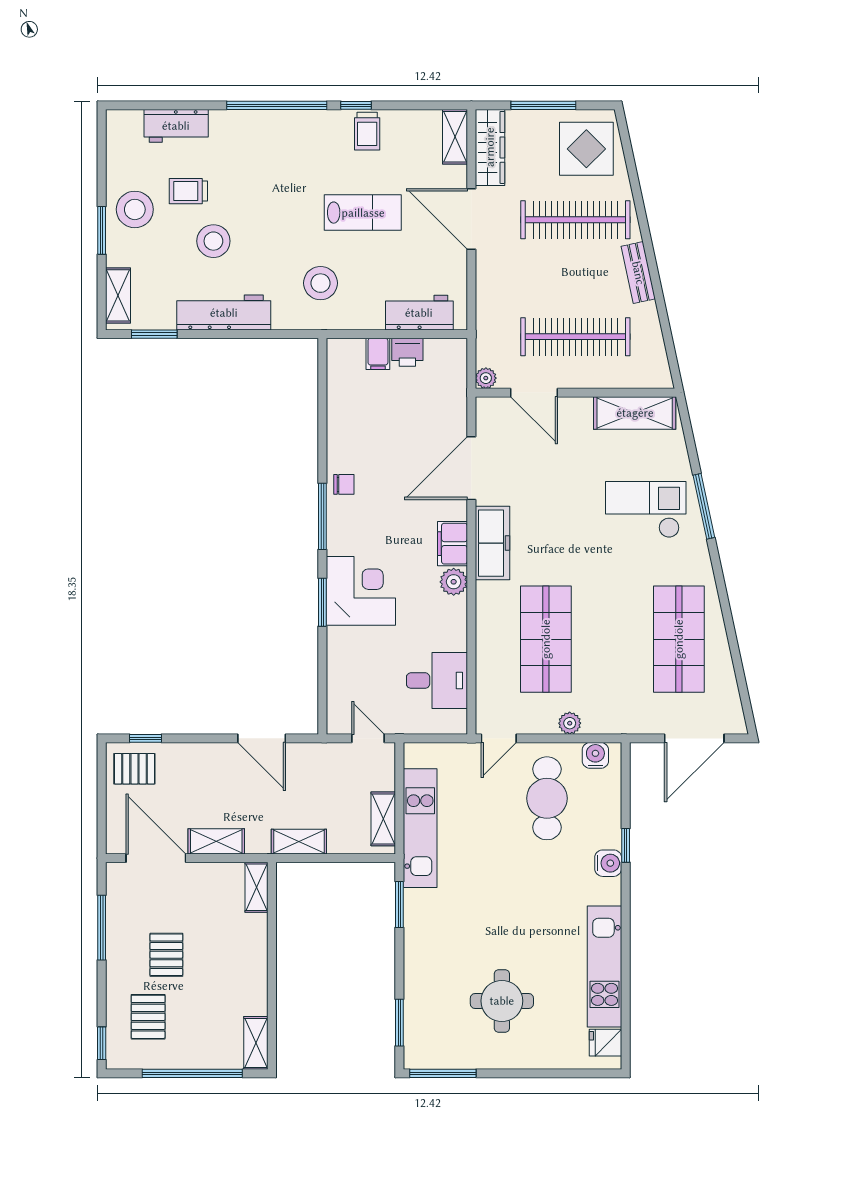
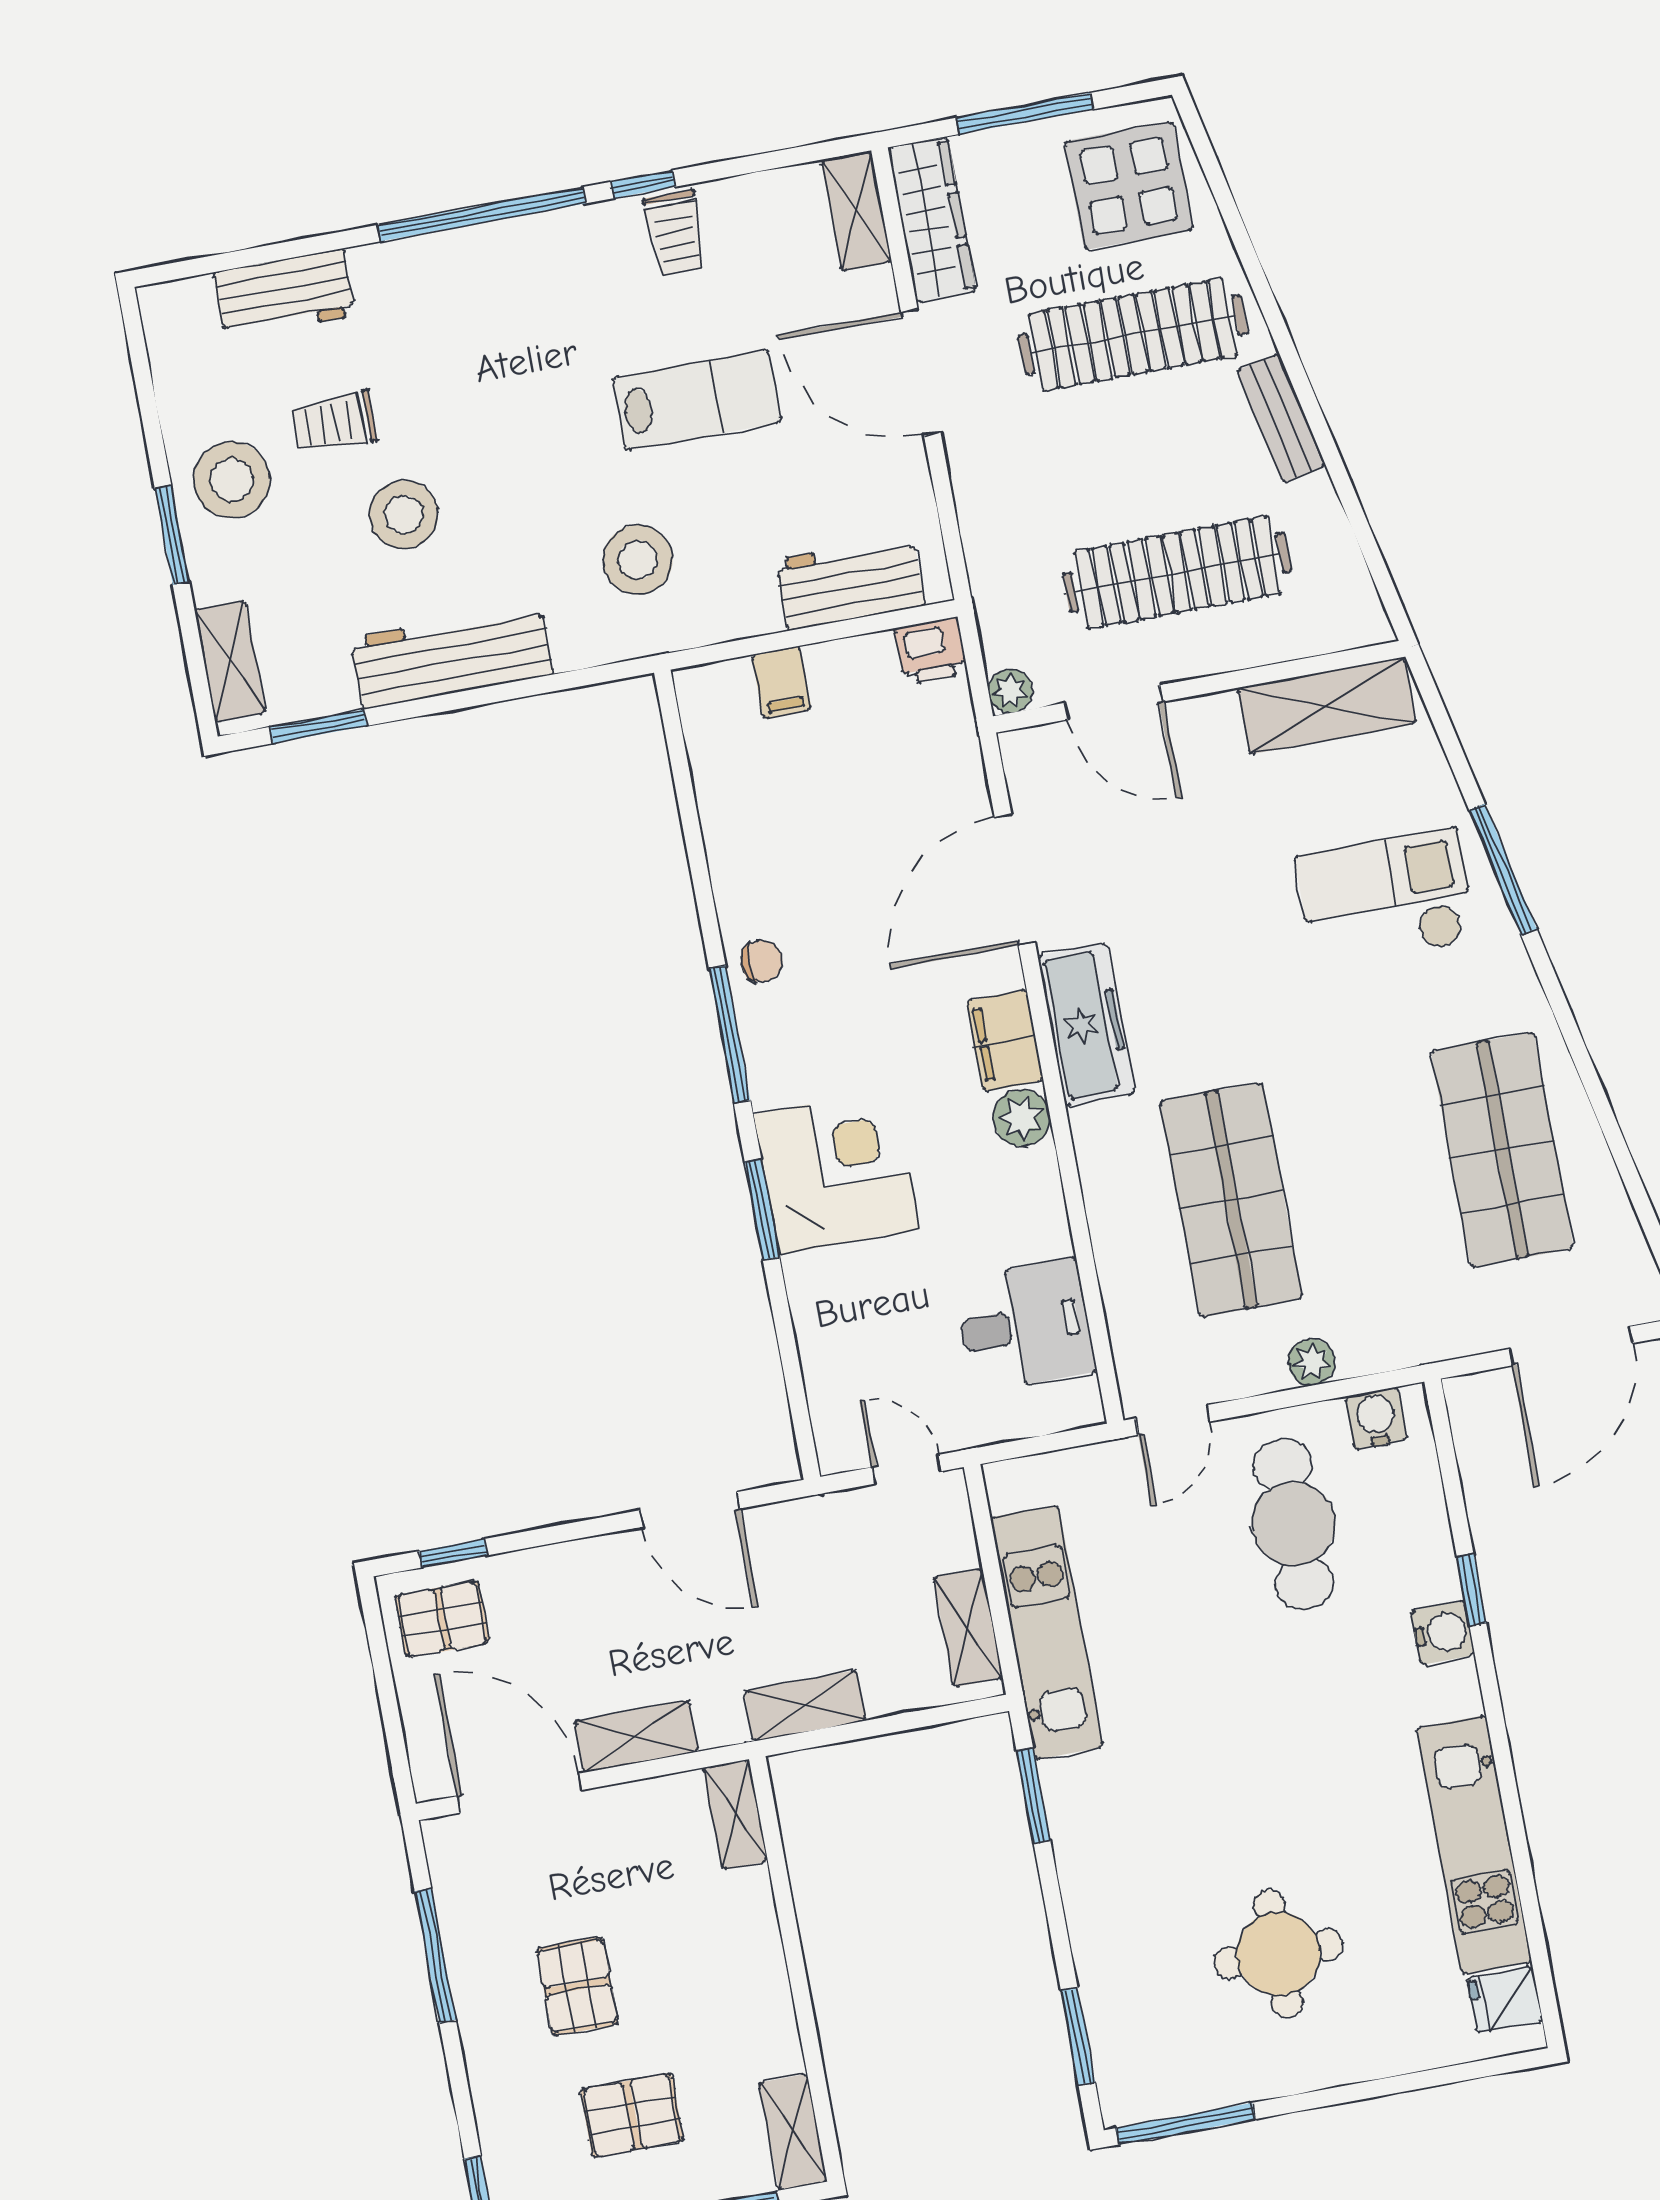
printer: (407, 352) -> (931, 651), moved
pallet: (148, 1017) -> (632, 2115), moved, turned 90

